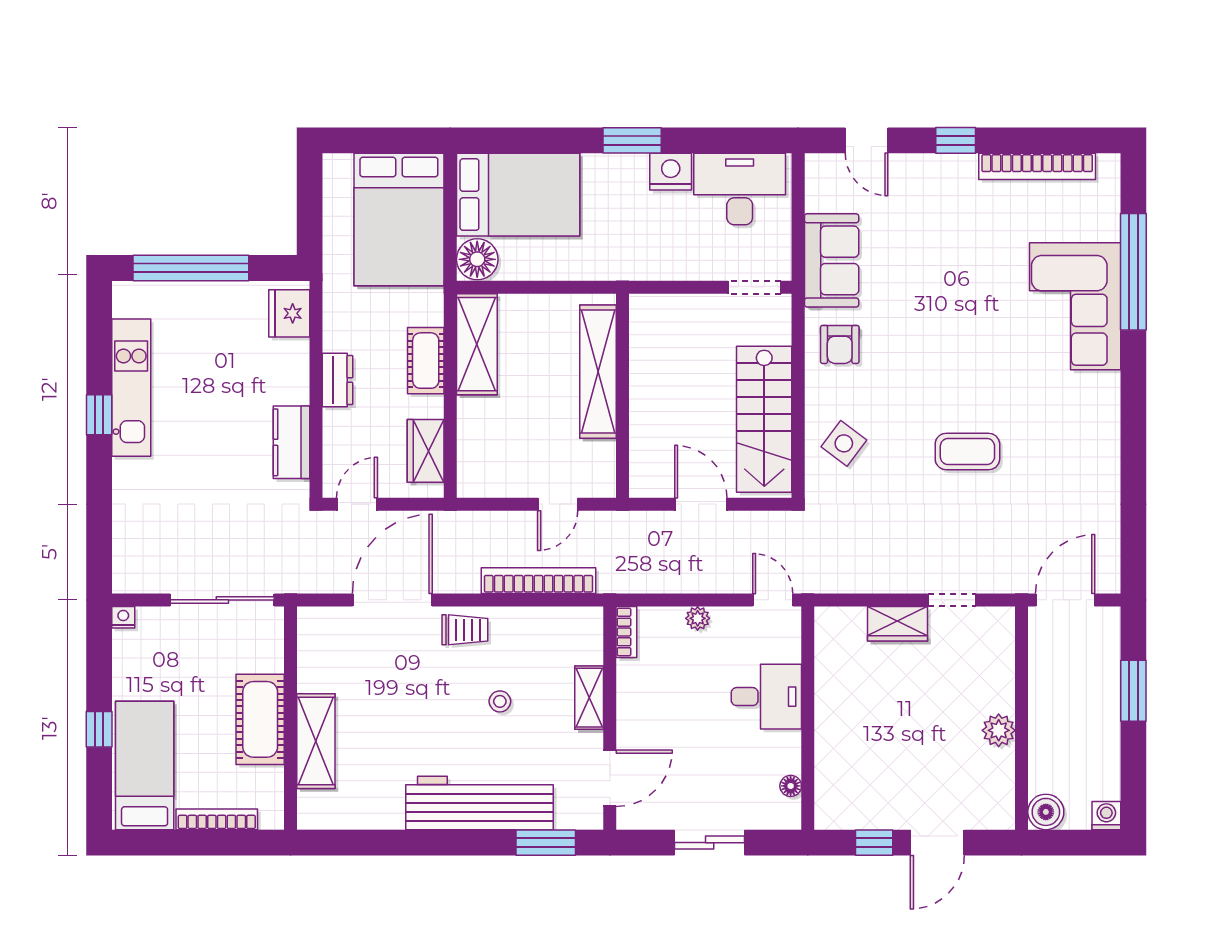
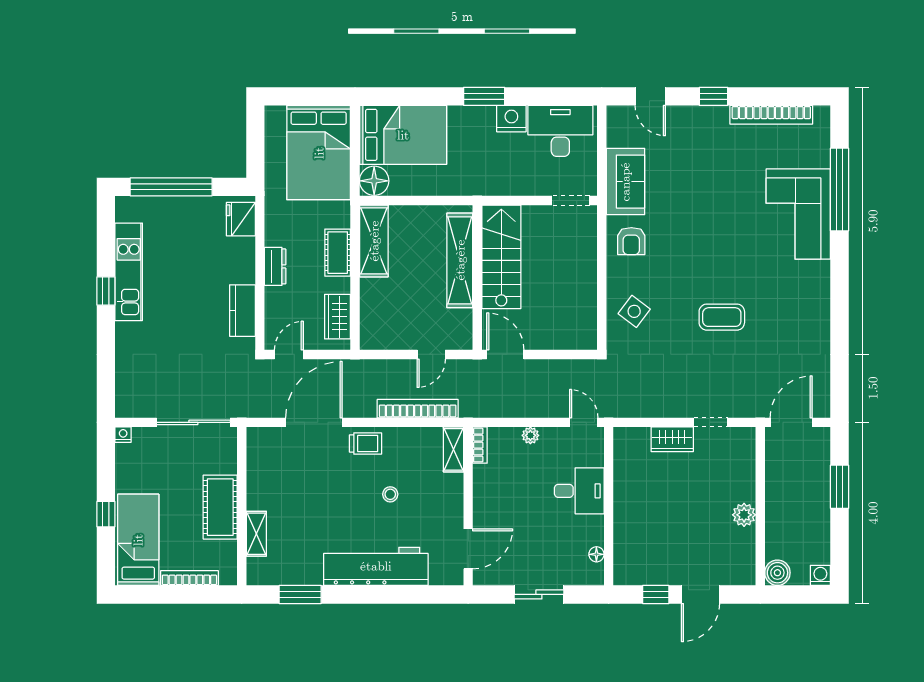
stairs: (764, 419) -> (501, 257), moved, turned 180
door: (701, 504) -> (505, 354), moved
shelving: (589, 698) -> (454, 449), moved
shelving: (316, 741) -> (256, 534), width x0.67, depth x0.75
window: (546, 843) -> (300, 594), moved

